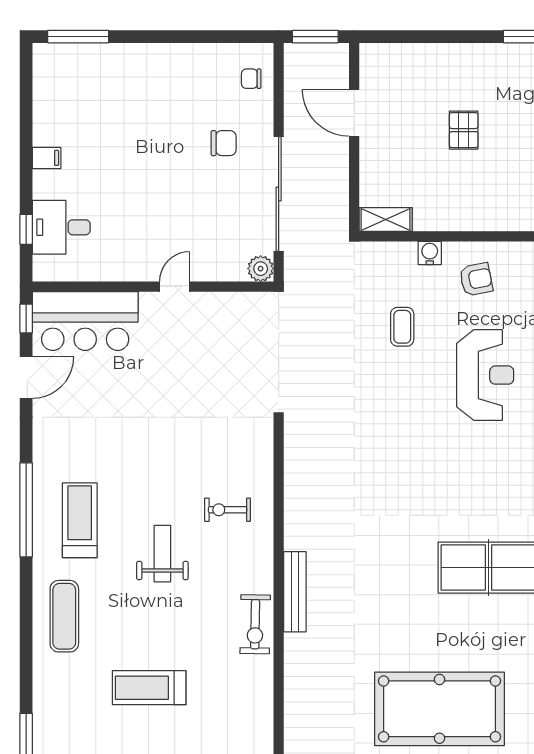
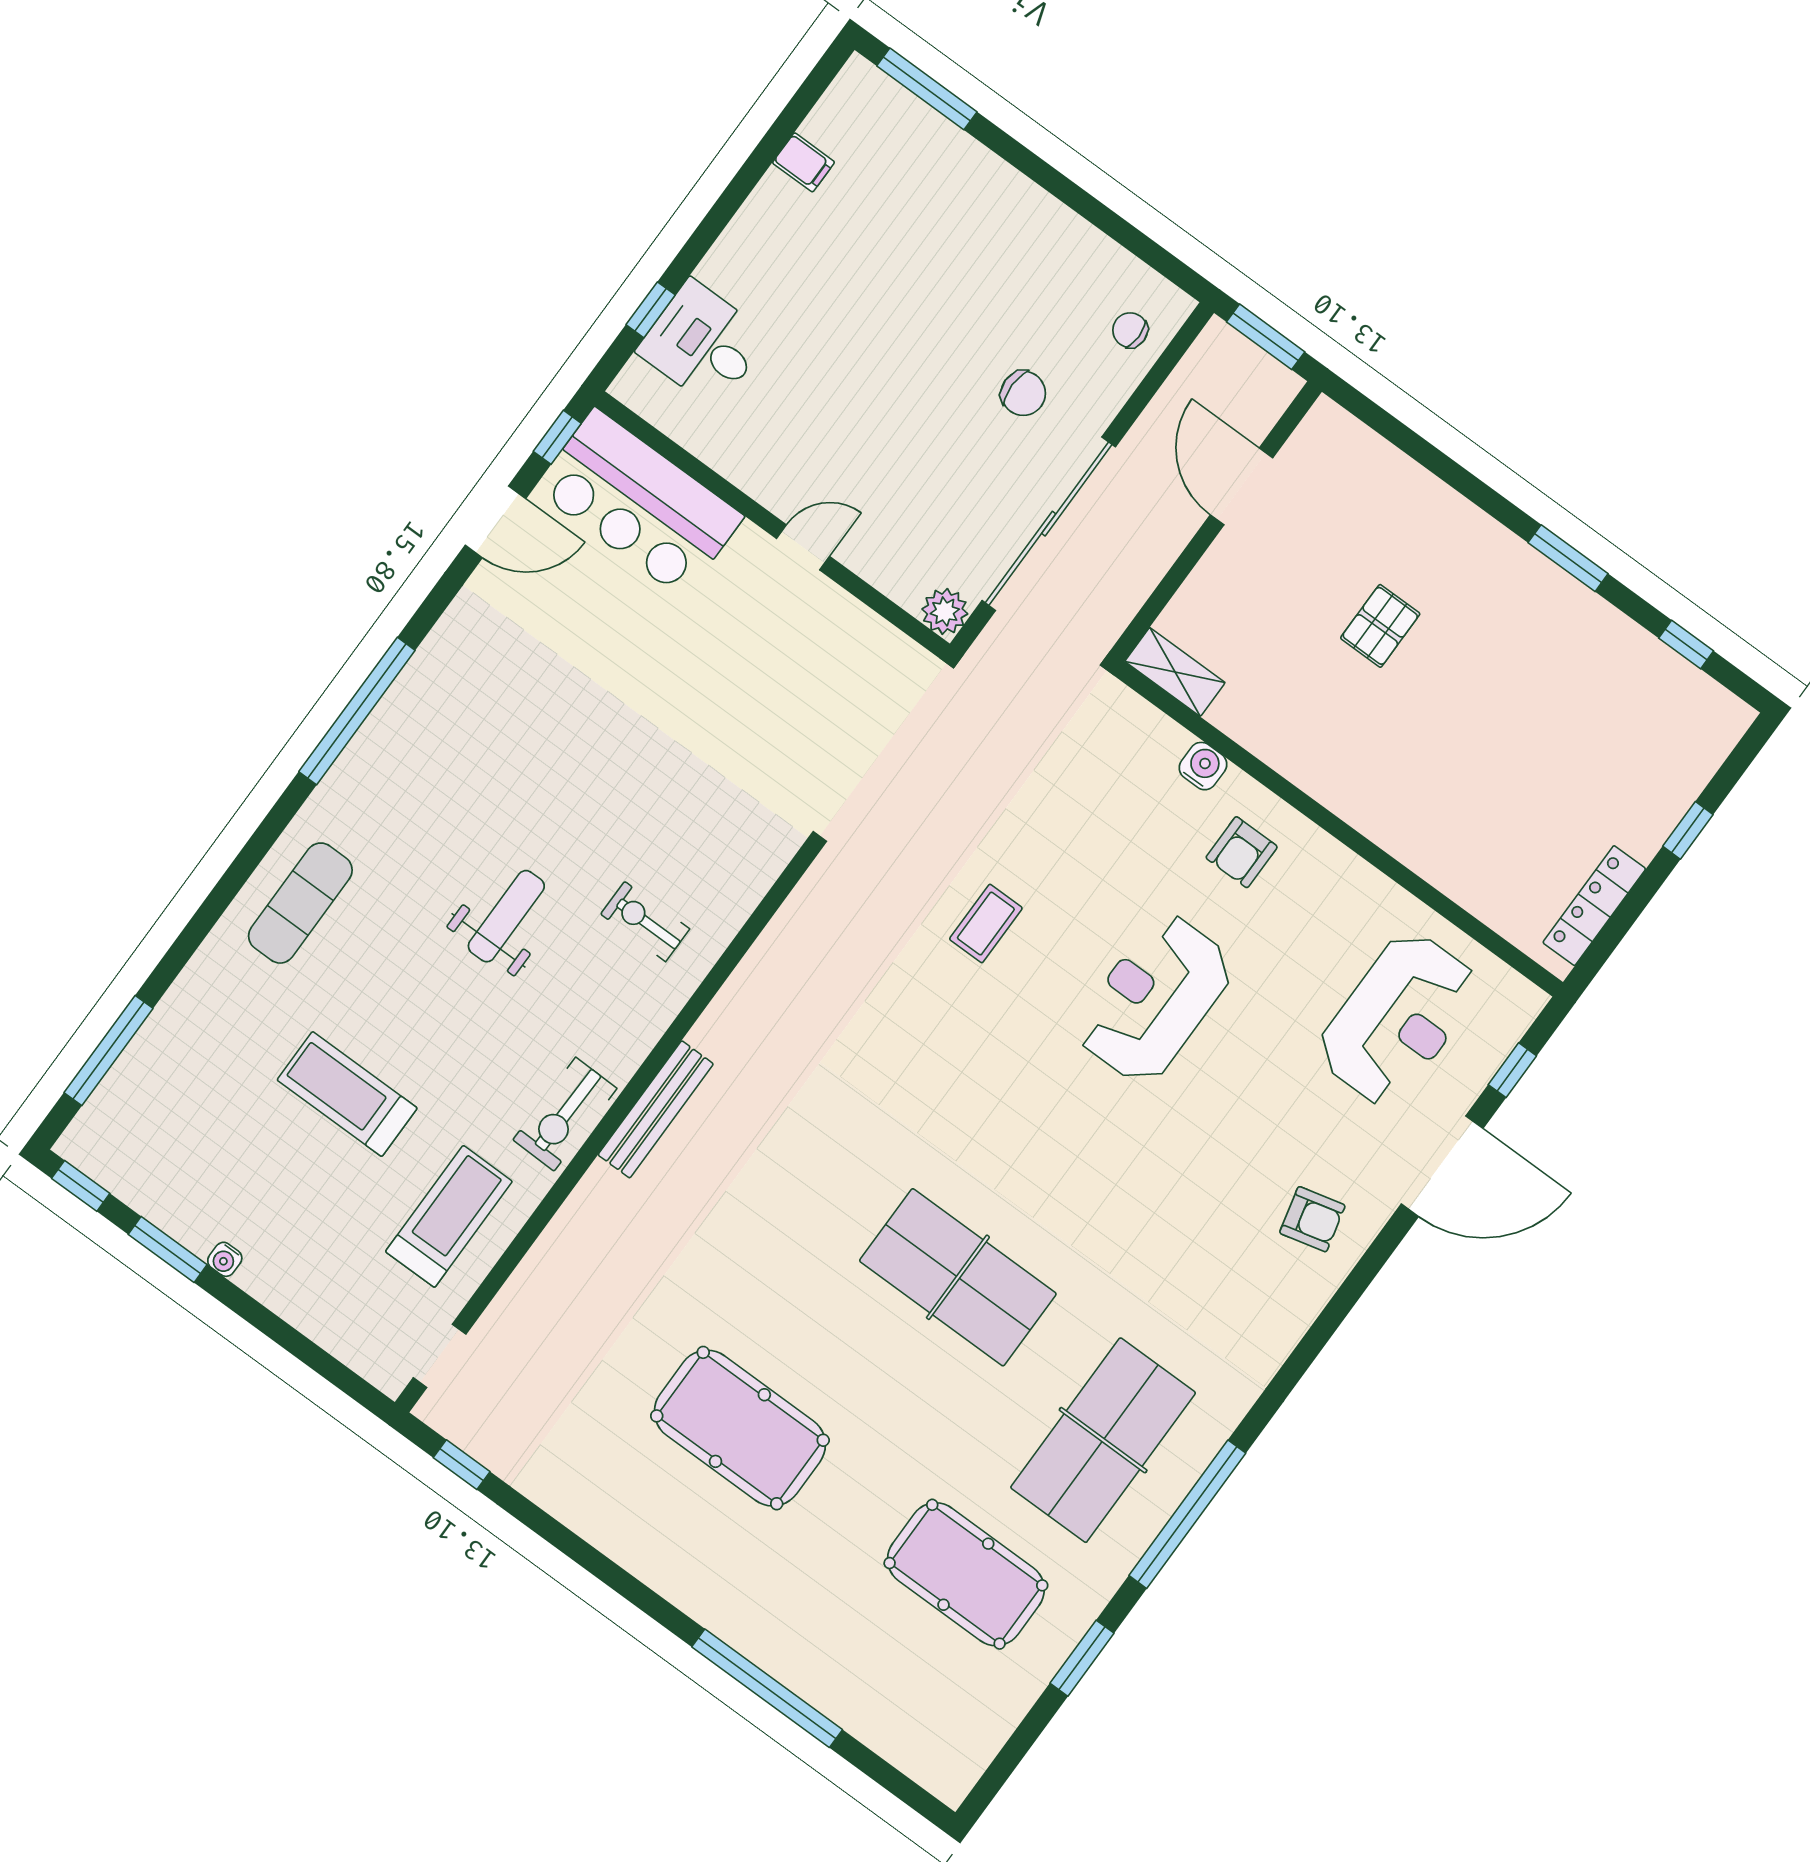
filing cabinet: (47, 158) -> (804, 162), moved
armchair: (476, 279) -> (1242, 852), turned 101
coffee table: (402, 327) -> (986, 924), moved
reception desk: (485, 375) -> (1155, 999), turned 180
treadmill: (80, 520) -> (449, 1216), moved
pool table: (439, 709) -> (740, 1428), width x0.73, depth x0.76

